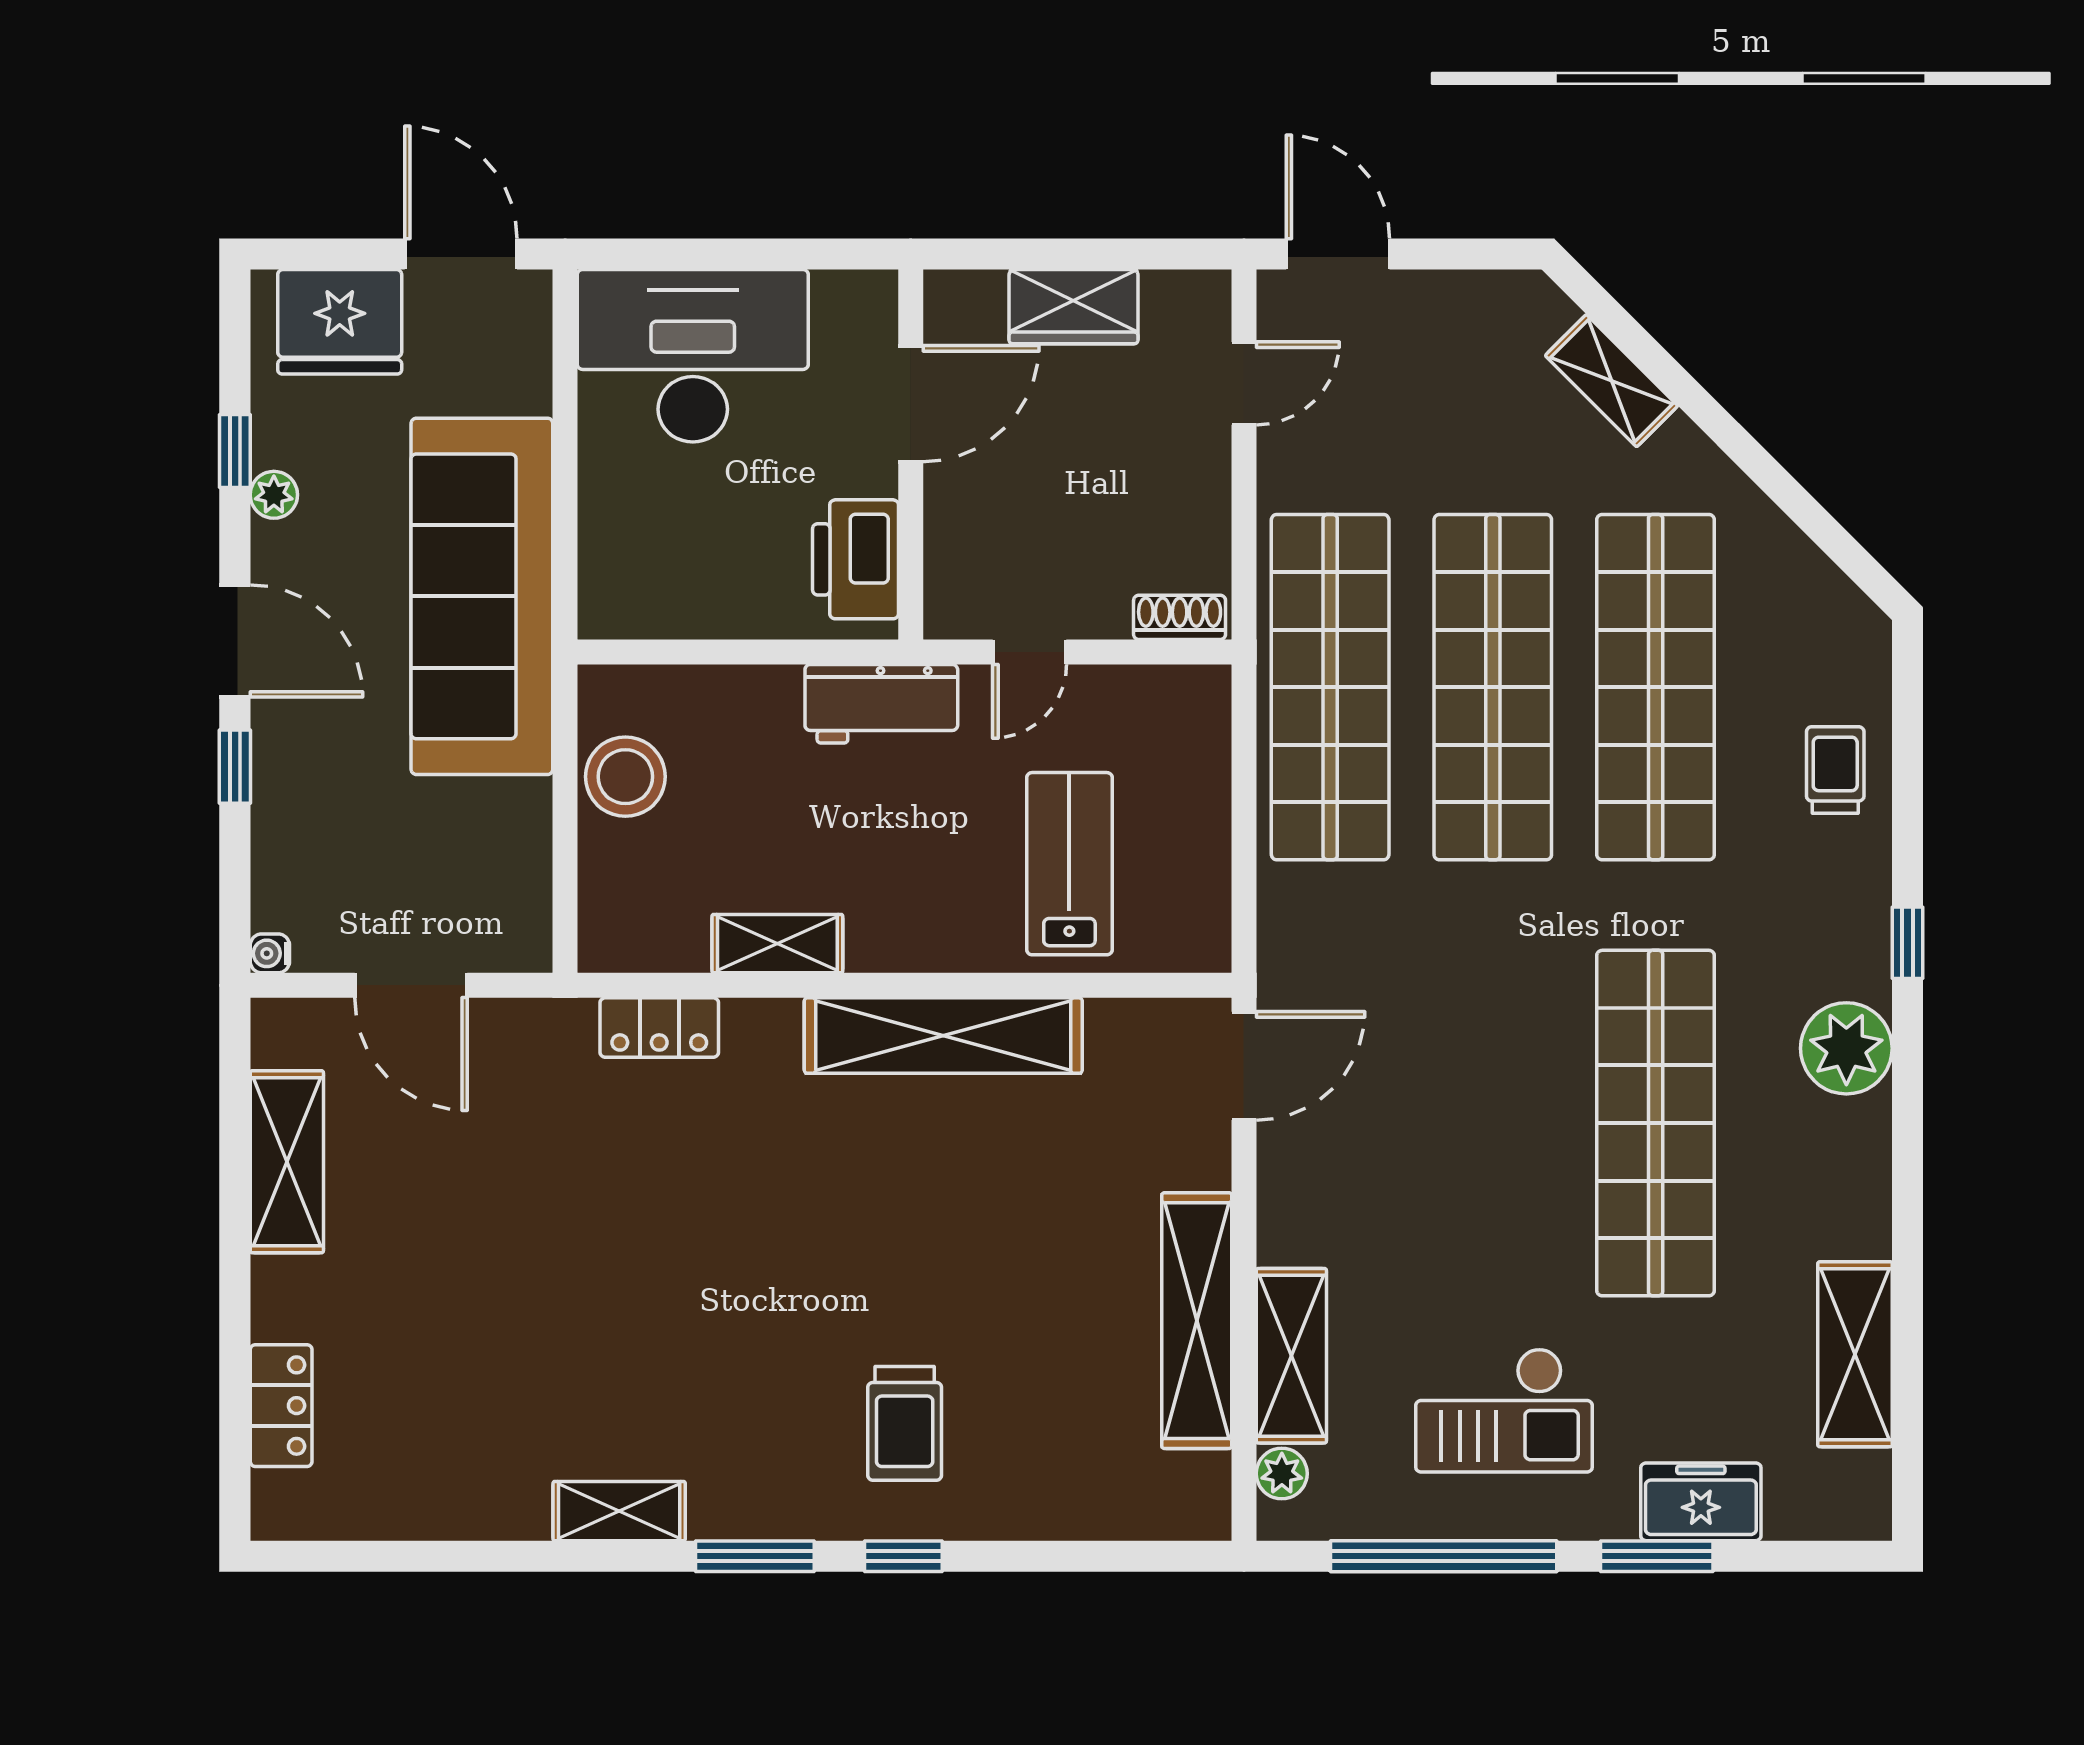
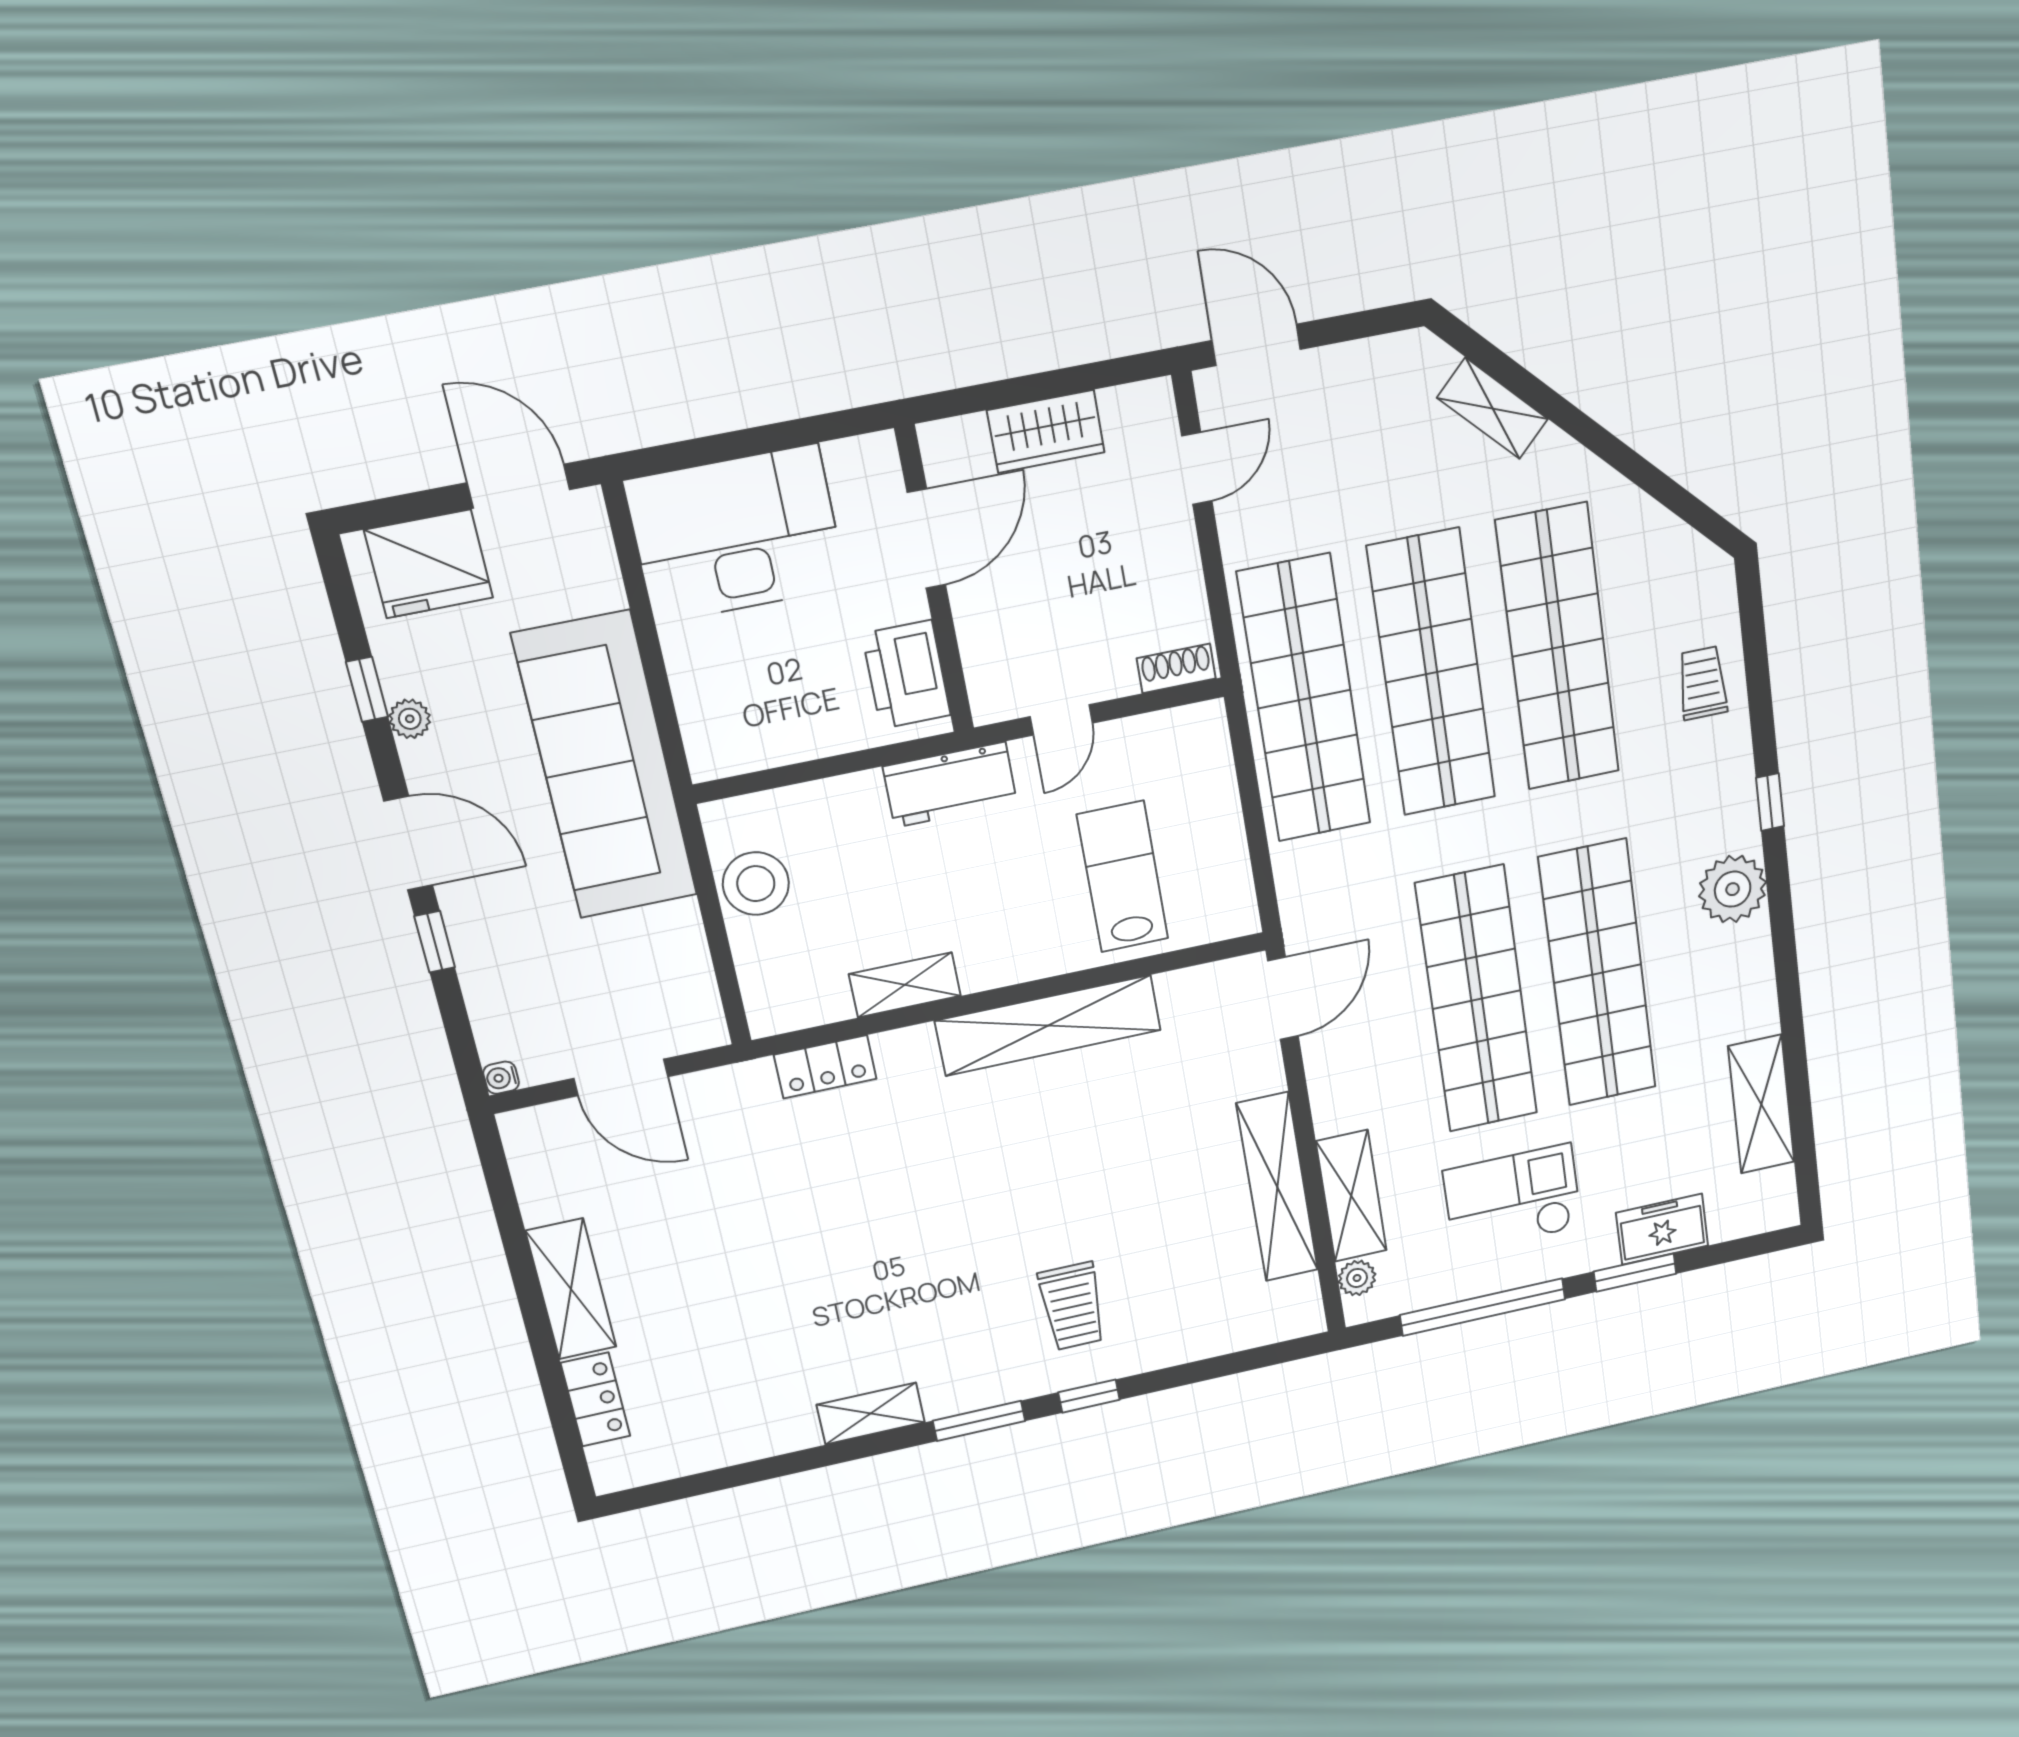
shop shelf: (1493, 1123) -> (1477, 999), added
shelving: (287, 1162) -> (571, 1289), moved
checkout: (1504, 1410) -> (1513, 1199), turned 180

